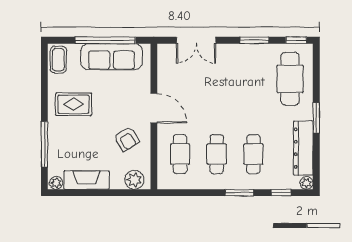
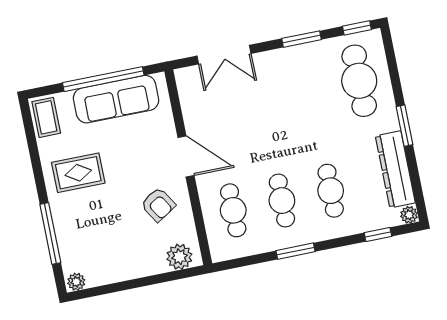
fireplace: (87, 180) -> (116, 270), removed
window: (239, 193) -> (296, 251), moved

